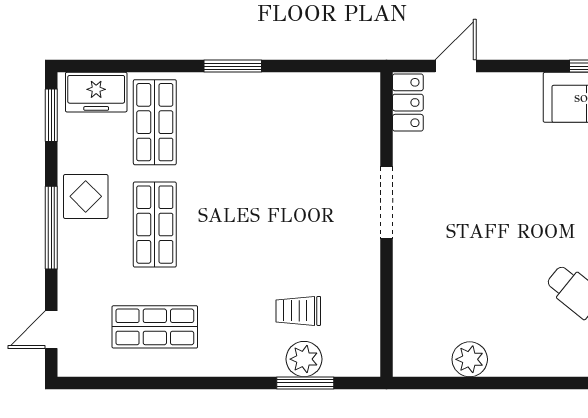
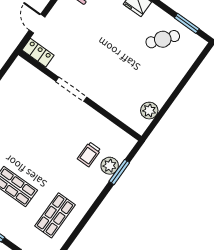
plant: (470, 359) -> (149, 111), moved

